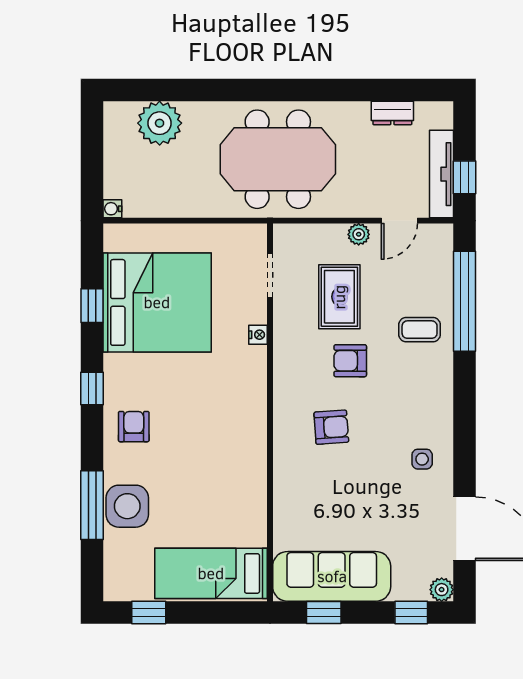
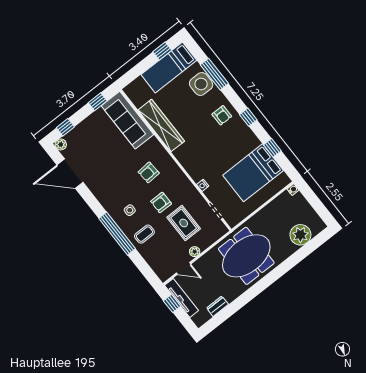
door: (399, 221) -> (184, 268), swing flipped
window: (465, 301) -> (117, 234), moved
bed: (157, 302) -> (253, 173), width x0.73
armchair: (350, 361) -> (161, 202), turned 180
side table: (422, 459) -> (130, 210), moved
wardrobe: (249, 489) -> (161, 126), added
bed: (211, 573) -> (169, 67), moved, turned 180
sofa: (332, 576) -> (128, 120), moved, turned 90

